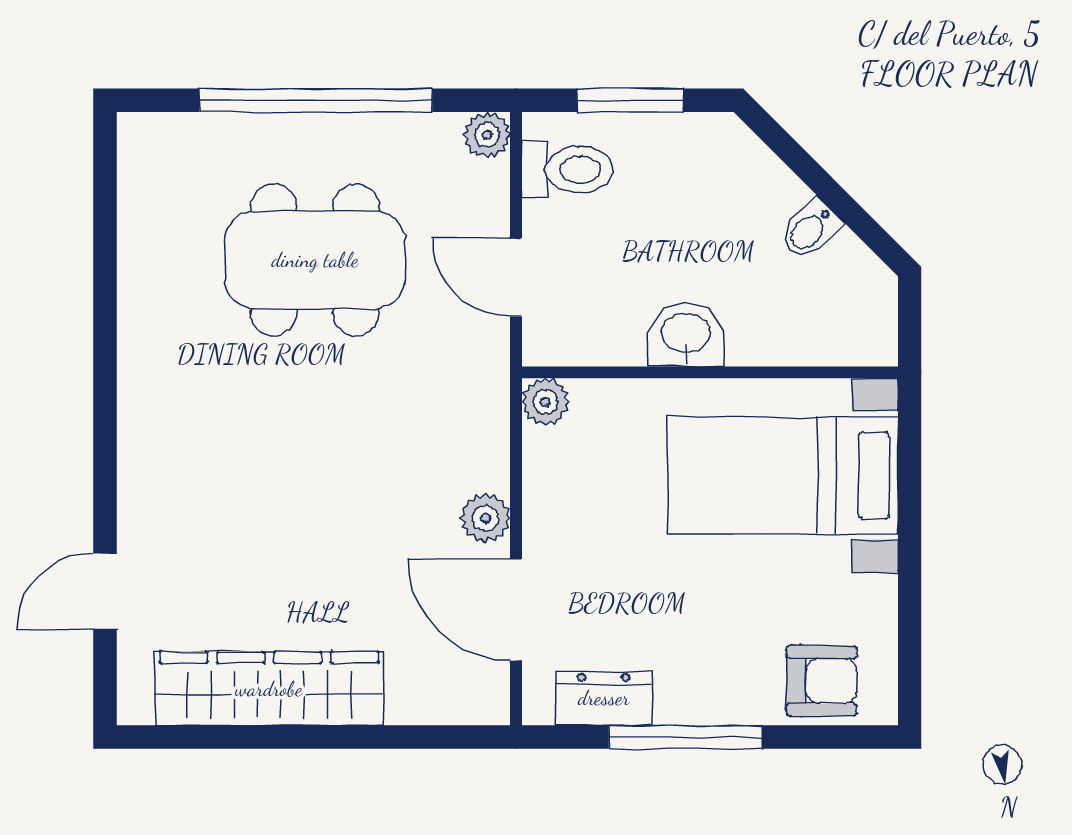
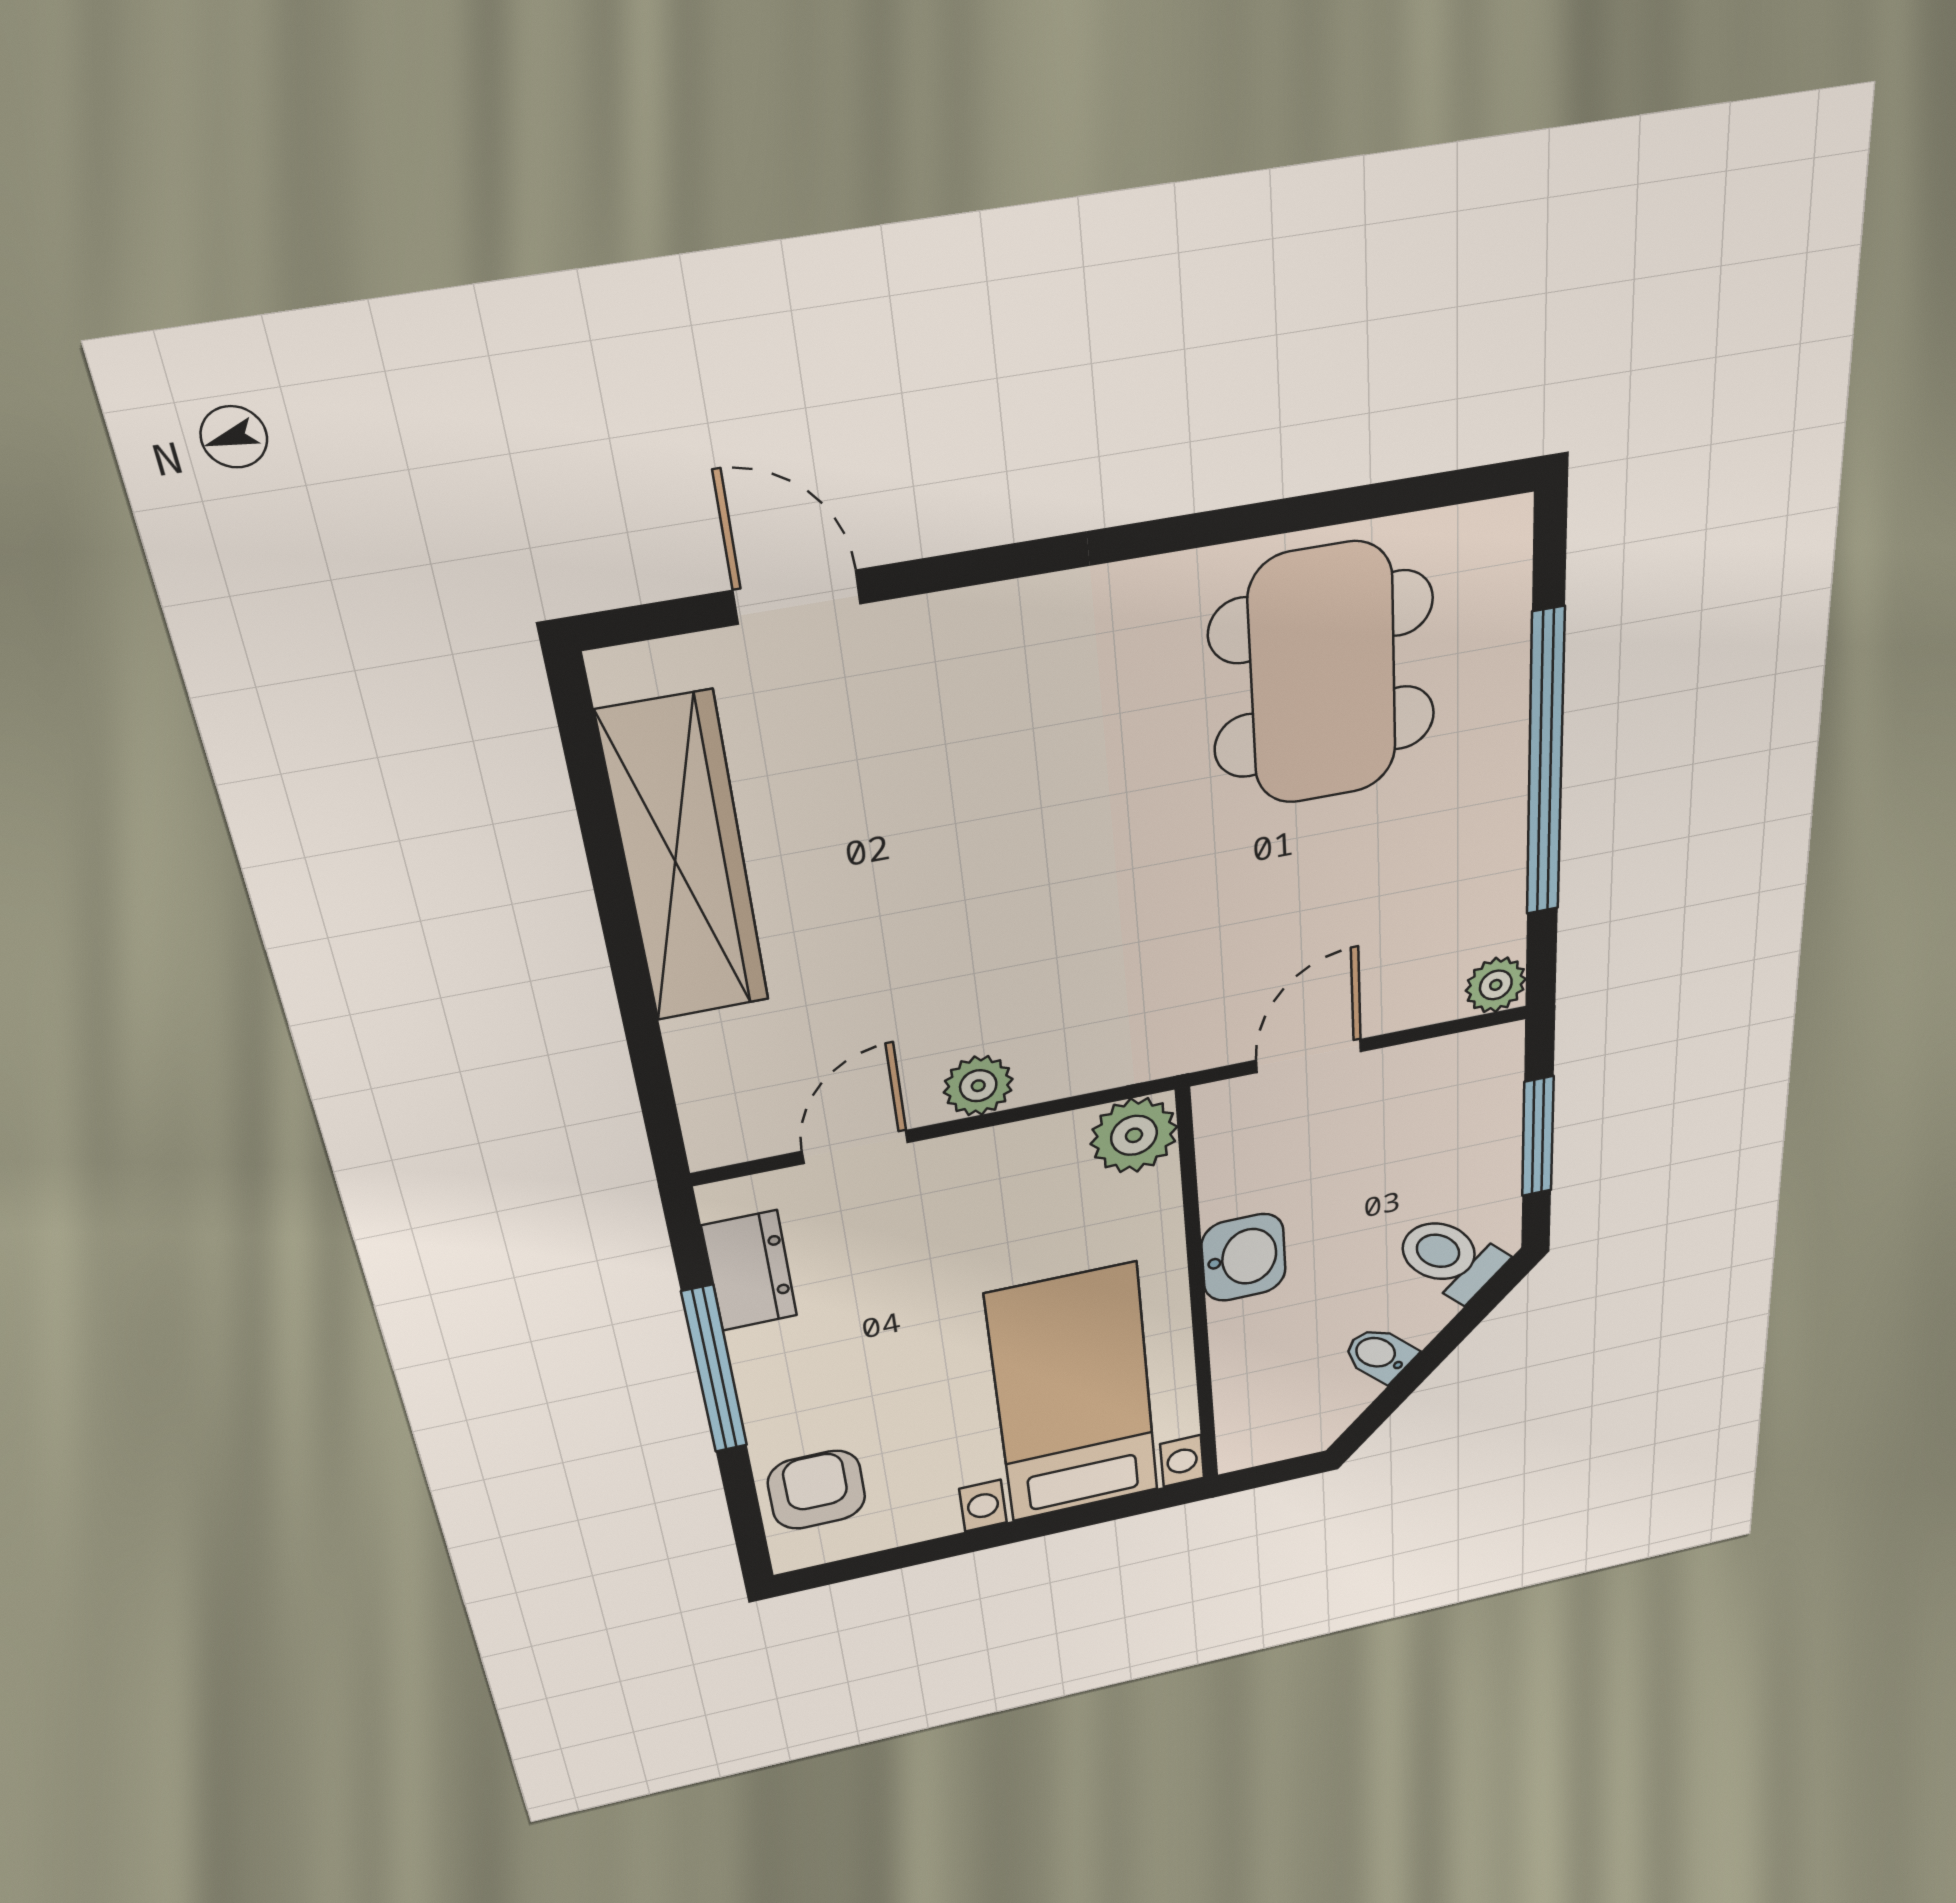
toilet: (567, 169) -> (1449, 1258), moved, turned 135
dining table: (315, 260) -> (1323, 675), moved
plant: (545, 402) -> (1134, 1135), width x1.38, depth x1.38
door: (516, 610) -> (855, 1147), width x0.73
armchair: (821, 681) -> (817, 1490), turned 180

